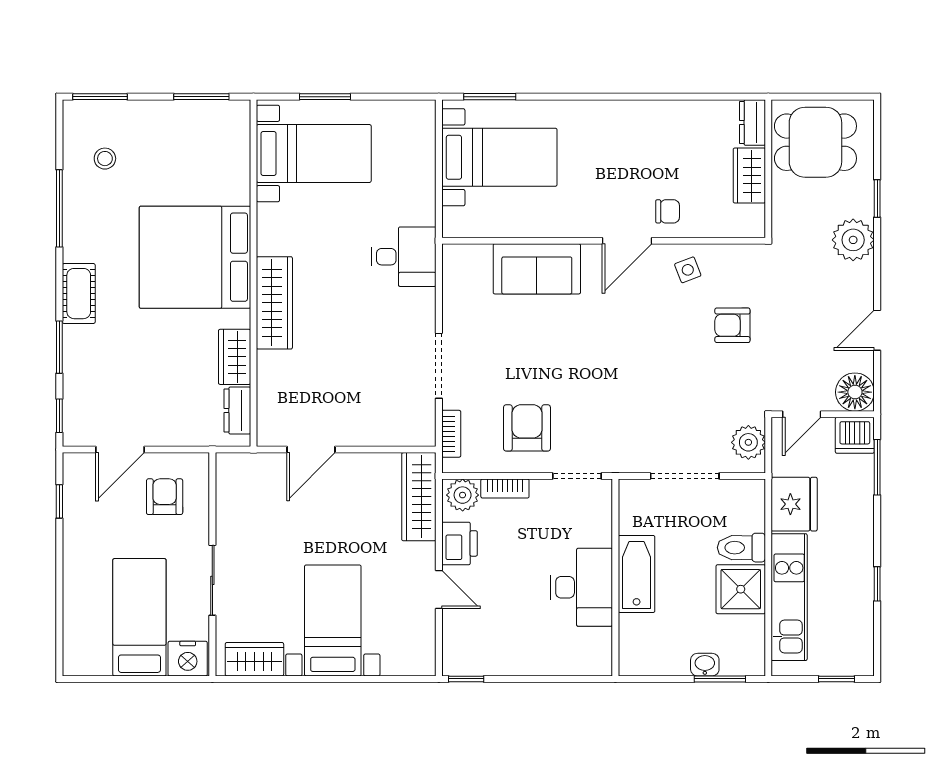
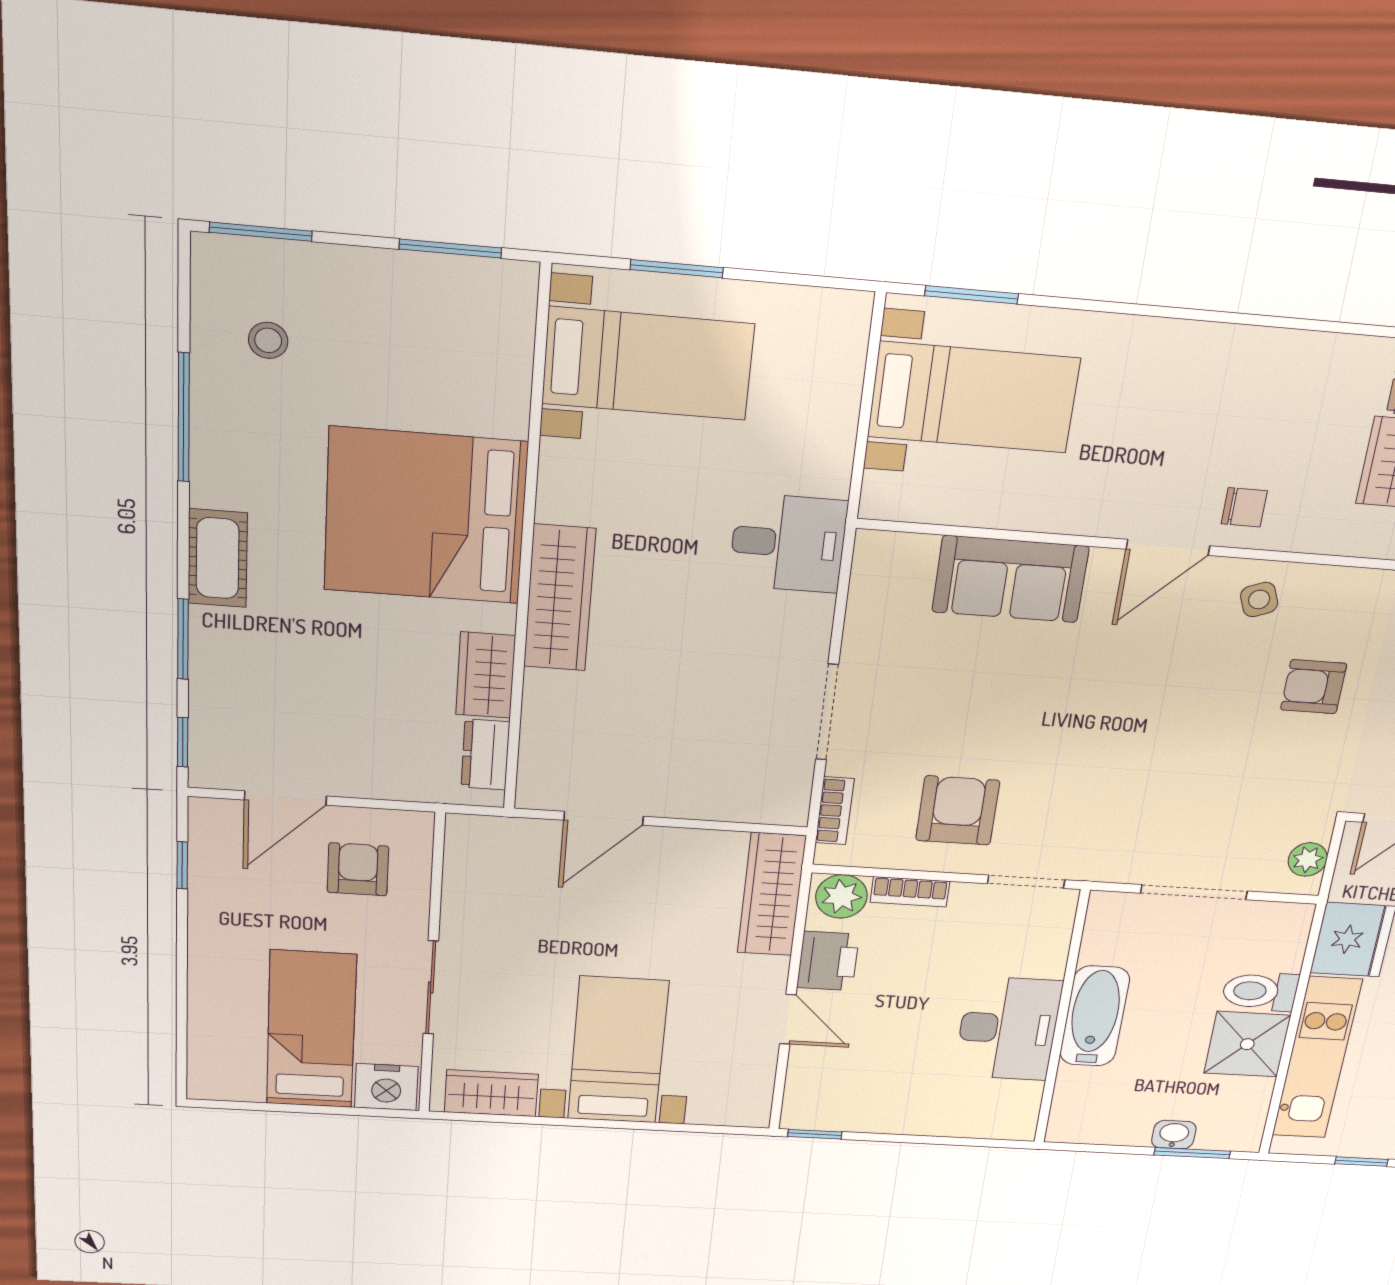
plant: (748, 442) -> (1308, 860), width x0.73, depth x0.73

